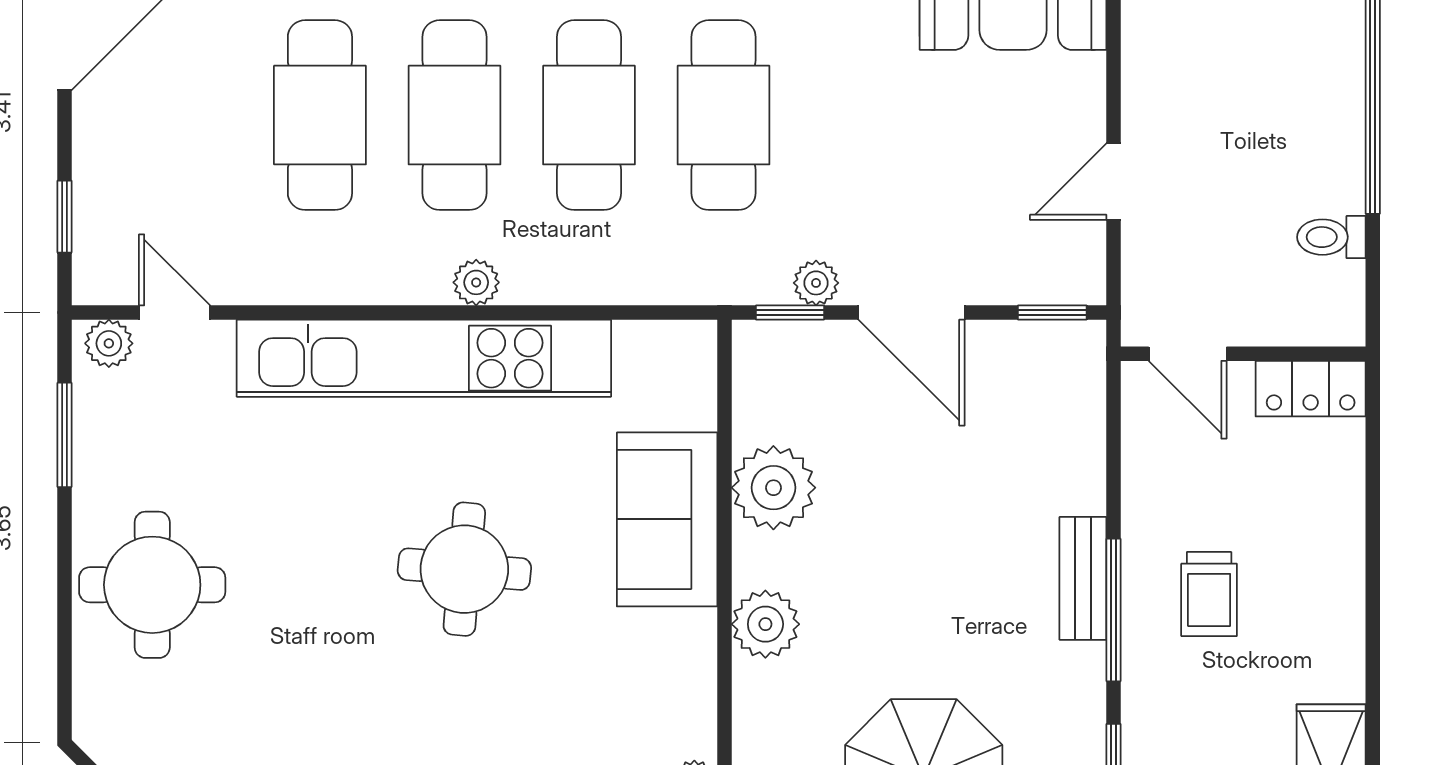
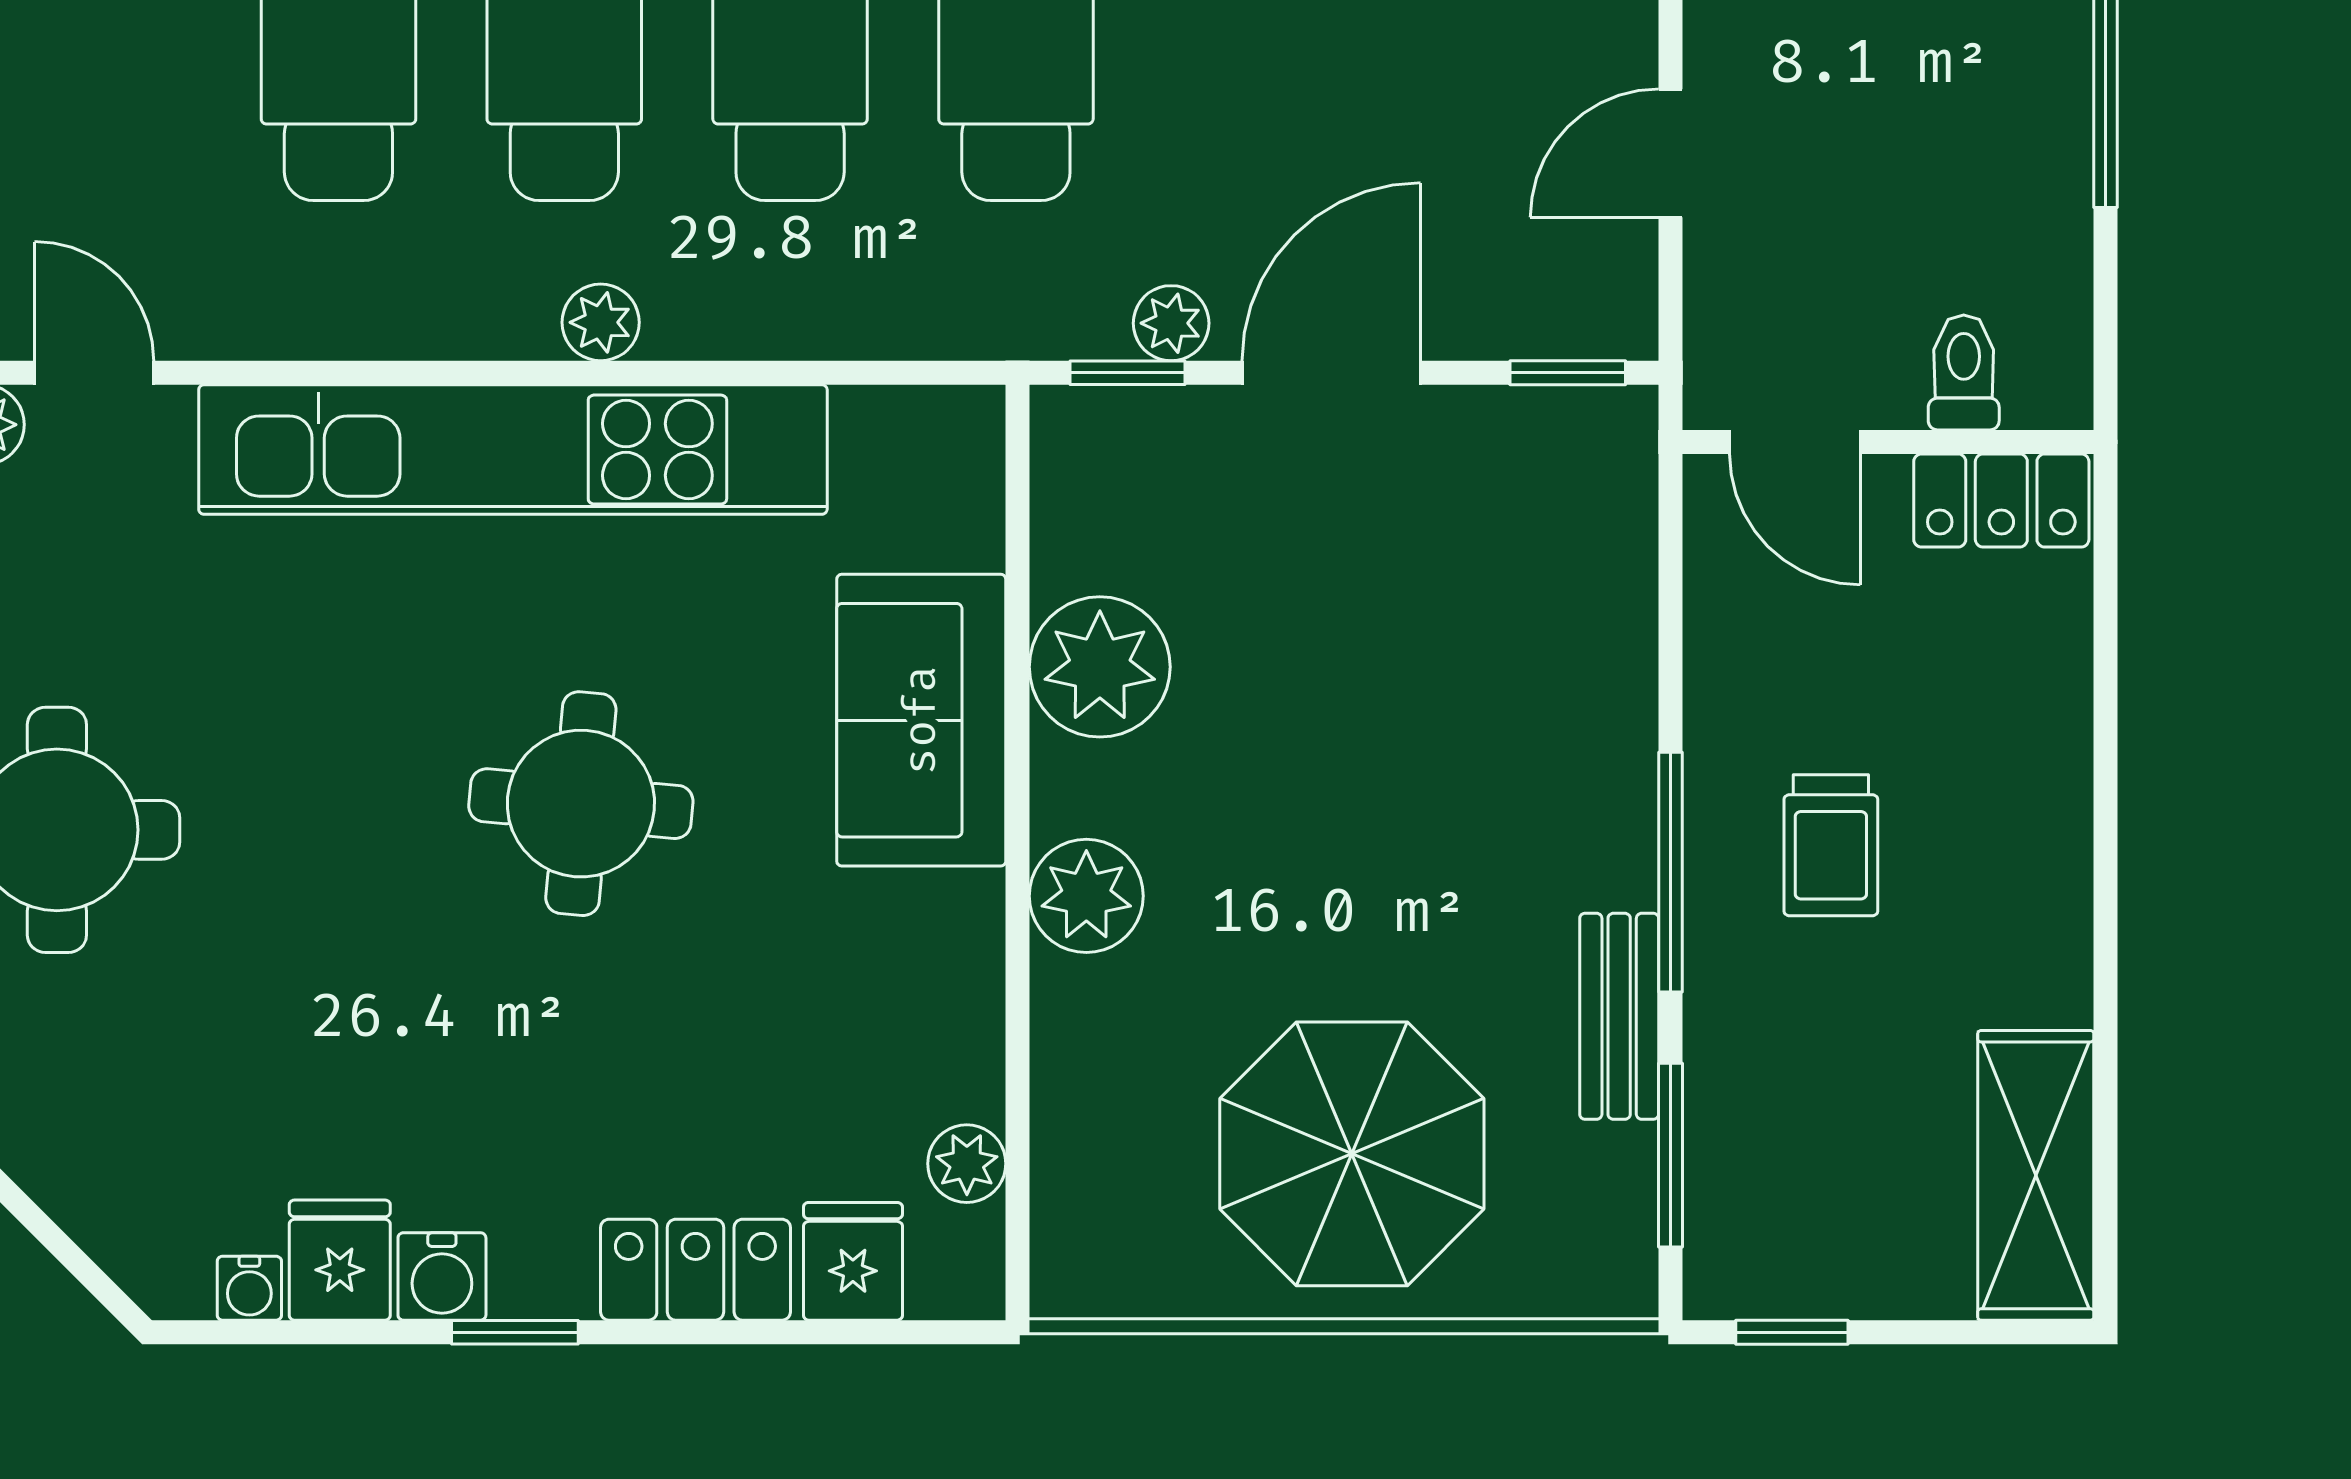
toilet: (1331, 237) -> (1964, 372), moved, turned 90
door: (911, 312) -> (1331, 373), swing flipped
bench: (1083, 578) -> (1619, 1016), moved

